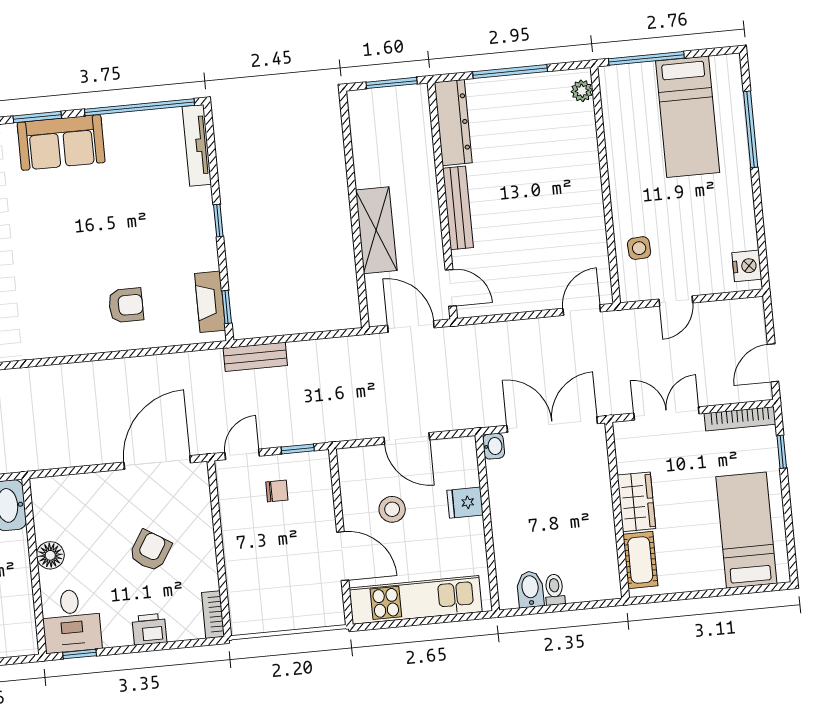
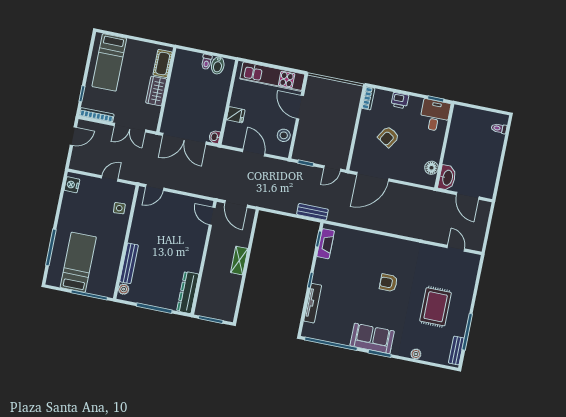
tv unit: (197, 145) -> (313, 303), moved
bench: (458, 208) -> (129, 263), moved
shelving: (376, 230) -> (239, 261), width x0.67, depth x0.75
armchair: (126, 305) -> (388, 283), moved
chair: (277, 491) -> (321, 147), removed
stool: (392, 509) -> (284, 135), moved
floor lamp: (50, 555) -> (431, 168), moved

